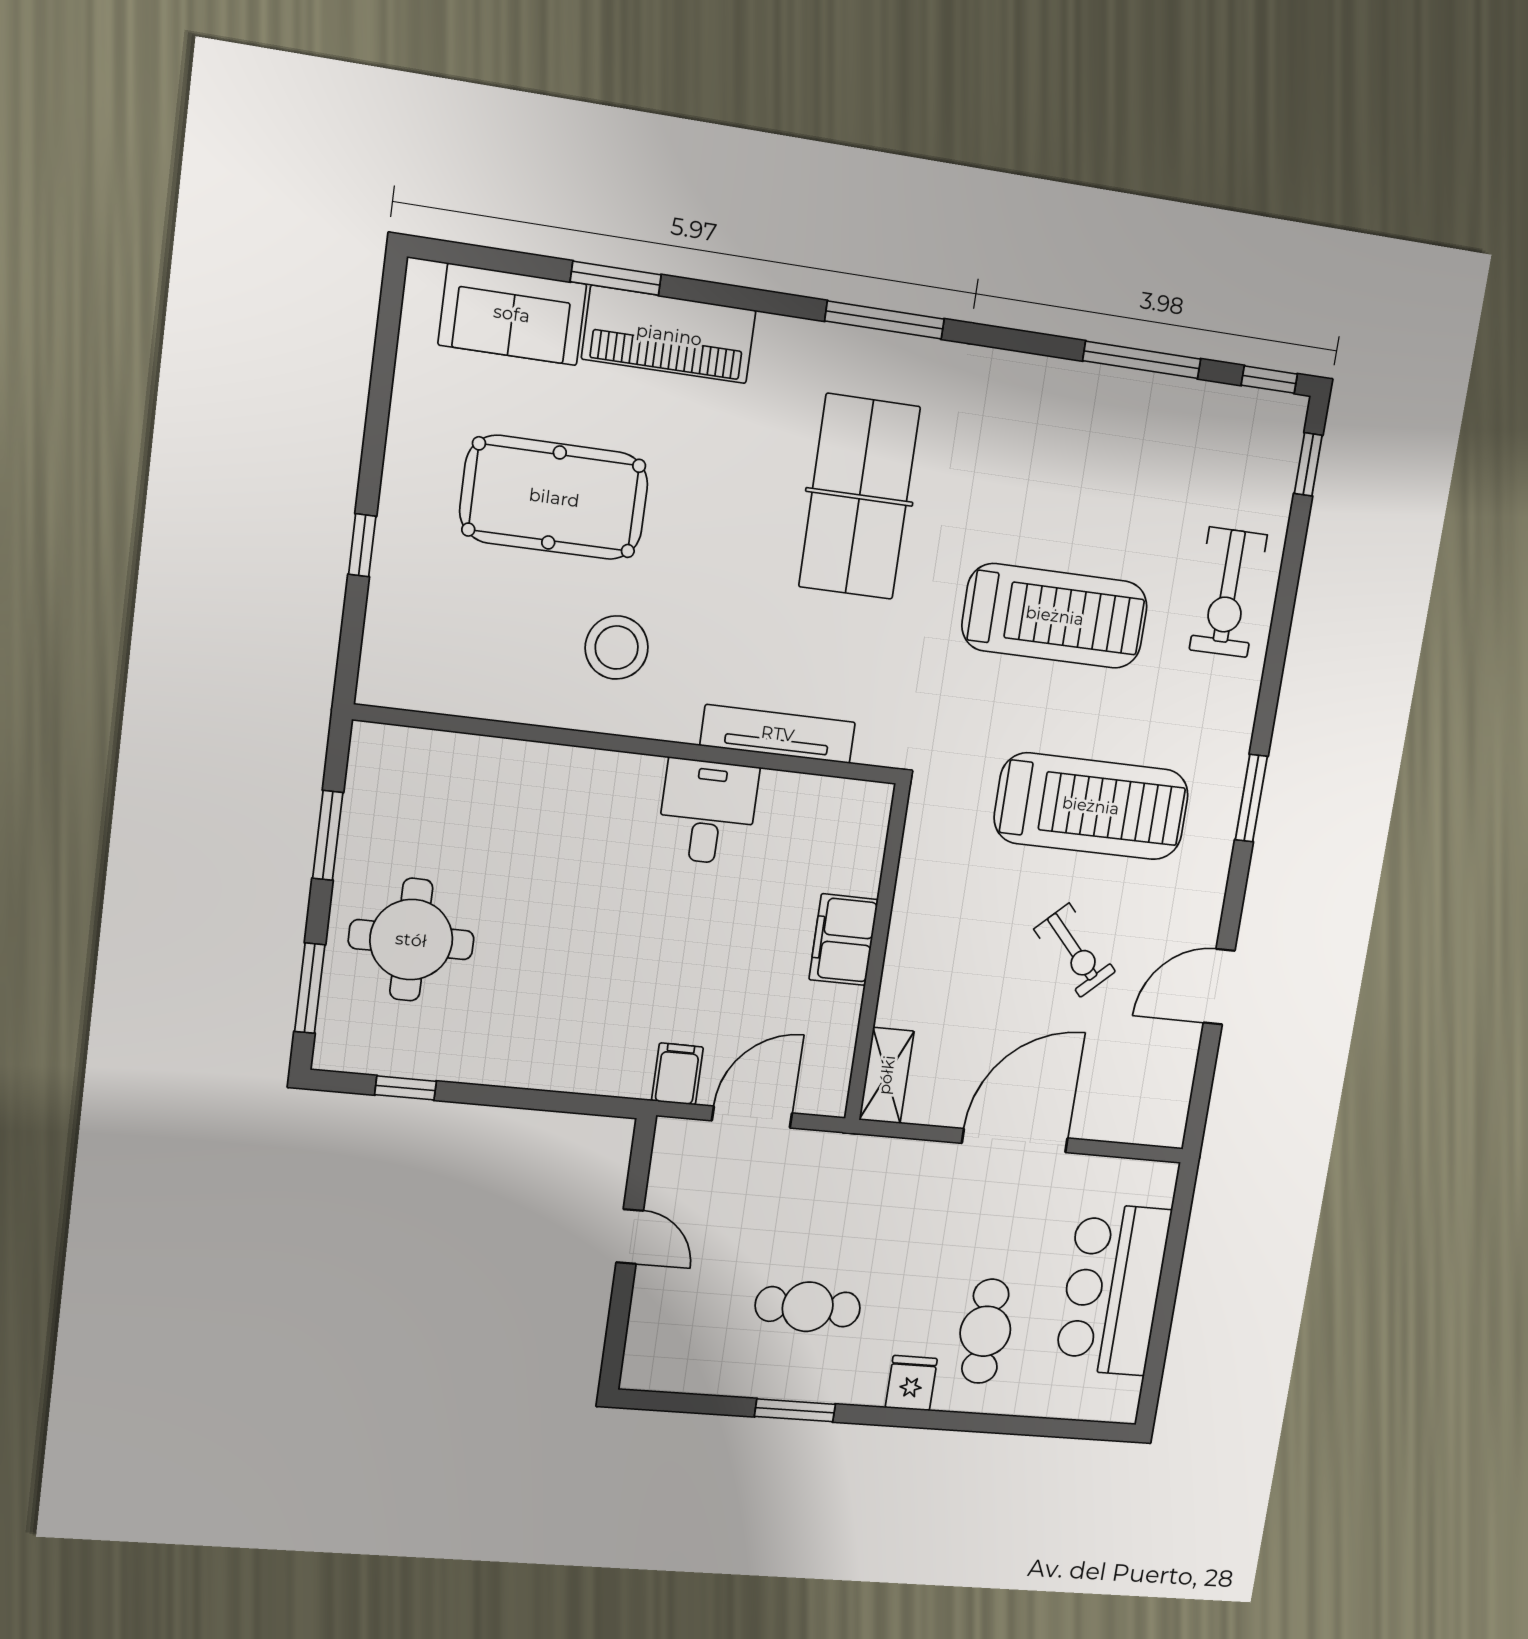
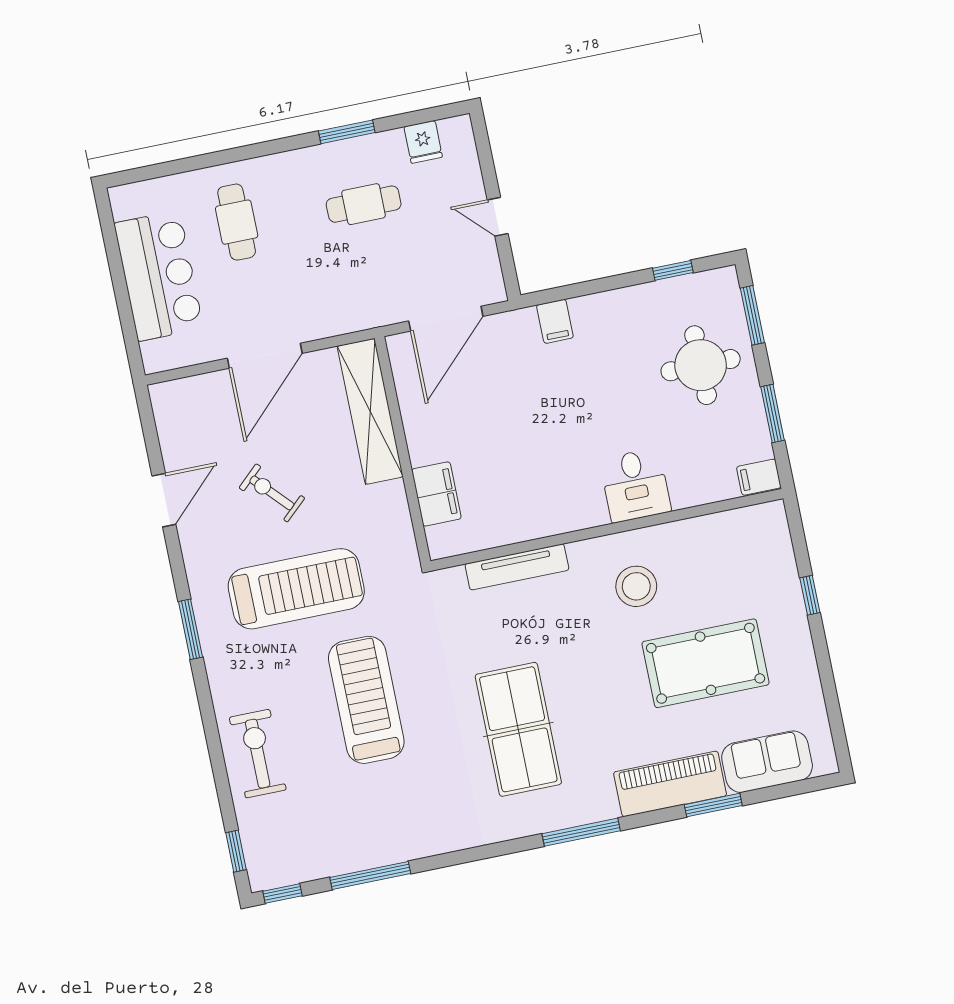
window: (885, 320) -> (581, 832), moved
treadmill: (1055, 616) -> (366, 700), turned 90
filing cabinet: (380, 748) -> (759, 477), added
treadmill: (1091, 806) -> (296, 589), turned 180
desk: (708, 812) -> (635, 485), moved
filing cabinet: (843, 940) -> (436, 494), moved
filing cabinet: (677, 1074) -> (555, 321), moved
shelving: (887, 1075) -> (370, 411), width x2.20, depth x1.33
door: (752, 1117) -> (446, 319), width x1.36
fridge: (911, 1383) -> (423, 142), moved

